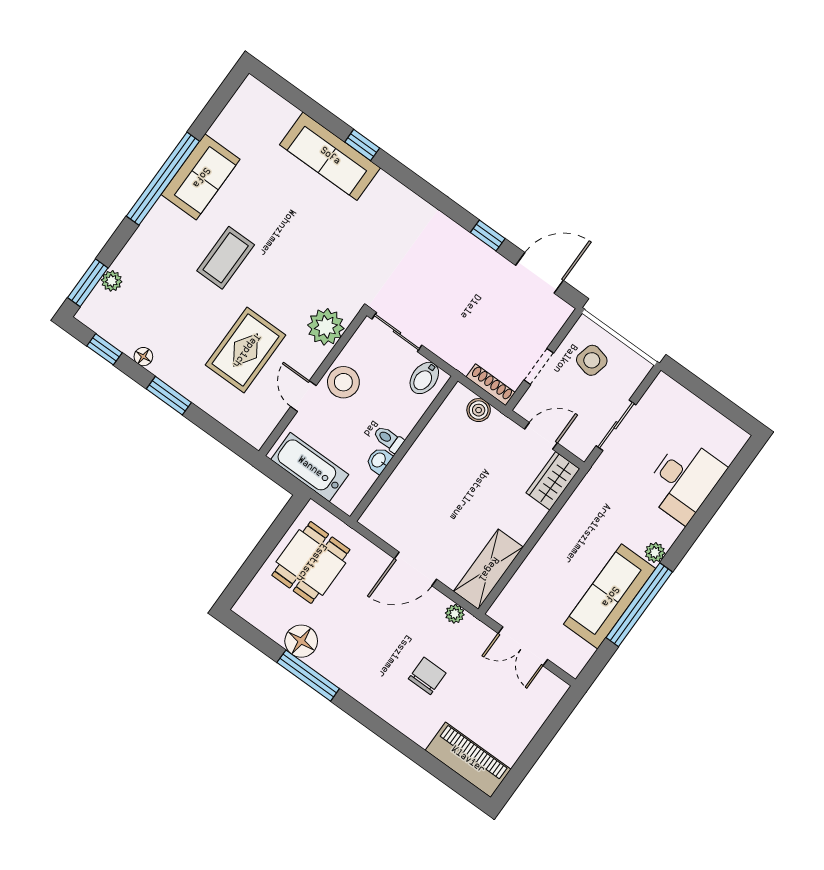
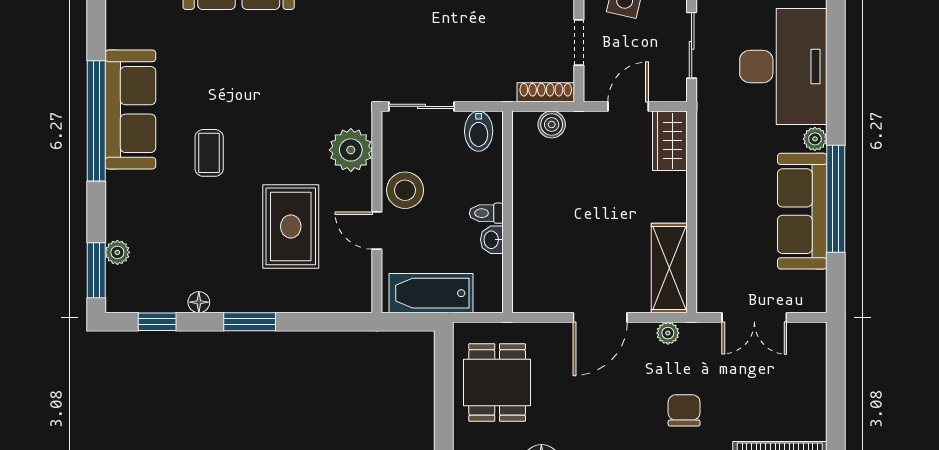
sofa: (201, 177) -> (130, 109), width x1.36
coffee table: (226, 258) -> (209, 153), width x0.73, depth x0.77
desk: (684, 480) -> (783, 67), width x1.36, depth x1.30

